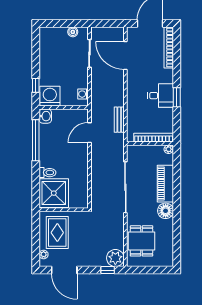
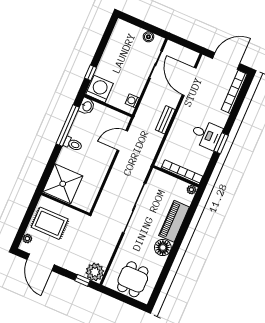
bench: (119, 120) -> (165, 120), moved
toilet: (47, 173) -> (73, 144), moved
rug: (57, 233) -> (50, 223), turned 90
dining table: (141, 241) -> (133, 279), moved

